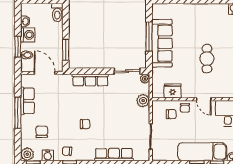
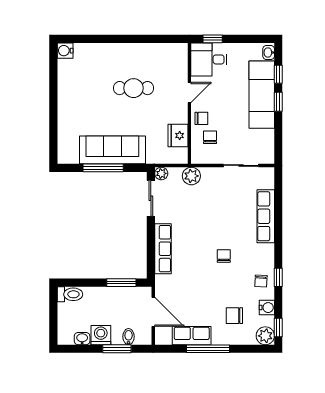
door: (45, 73) -> (153, 312), swing flipped

